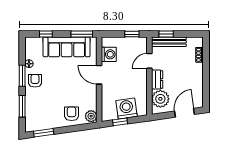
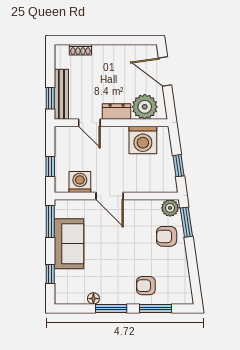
window: (132, 34) -> (50, 167), moved
sofa: (67, 47) -> (69, 244), width x0.73
door: (99, 75) -> (110, 196), hinge flipped
armchair: (35, 81) -> (146, 286), moved
washing machine: (127, 109) -> (143, 140), moved, turned -82
window: (44, 133) -> (186, 222), moved

